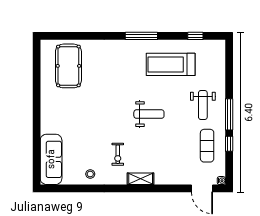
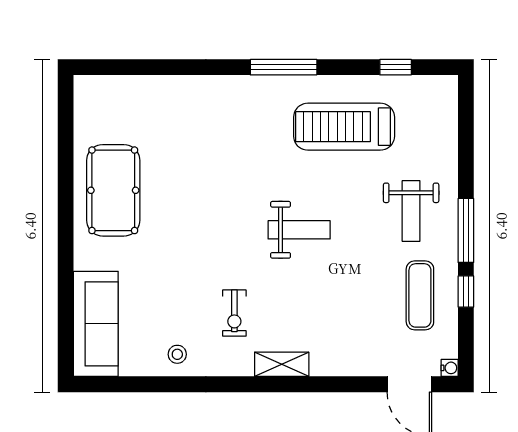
pool table: (68, 66) -> (113, 190), moved

